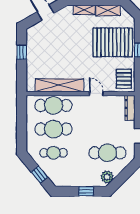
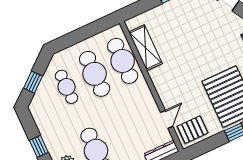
shelving: (59, 85) -> (145, 48), width x0.68
door: (96, 94) -> (167, 119), moved

